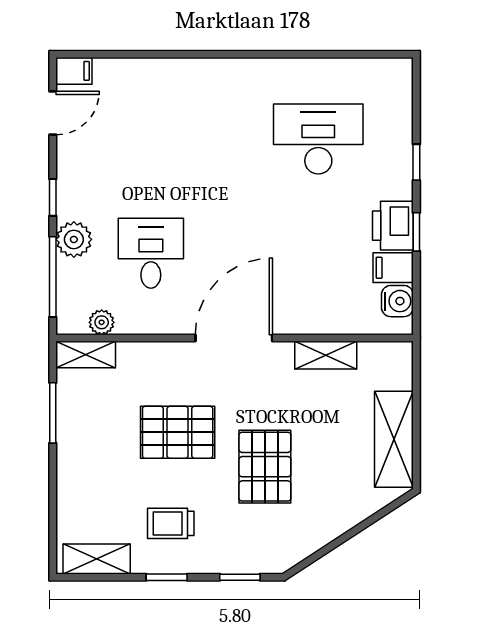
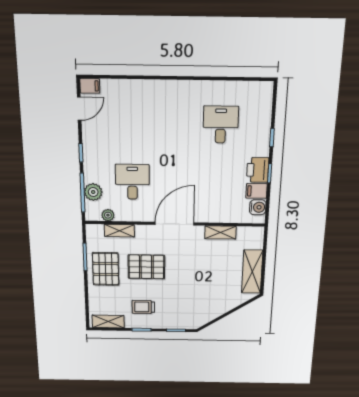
desk: (318, 139) -> (221, 125), width x0.73
plant: (74, 239) -> (93, 192), moved
shelving: (86, 355) -> (119, 231), moved
pallet: (265, 467) -> (106, 269), moved

